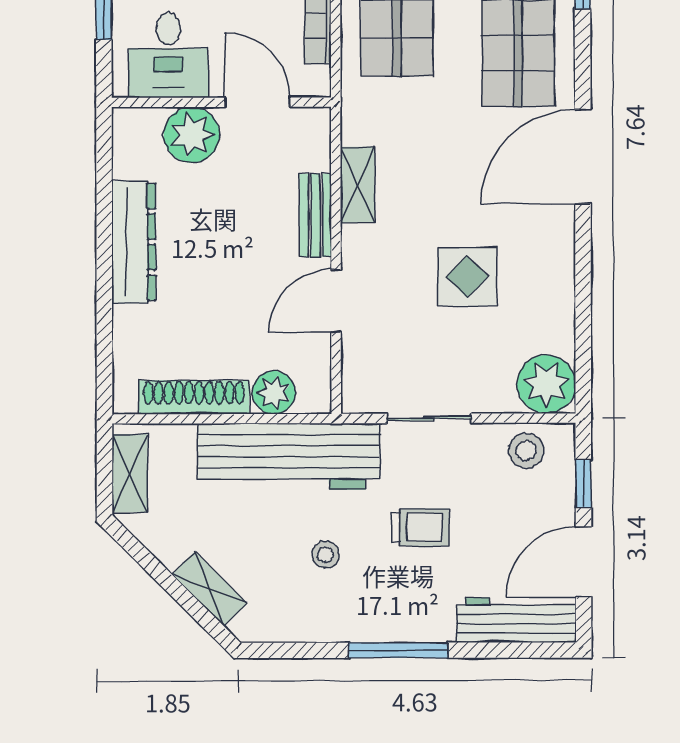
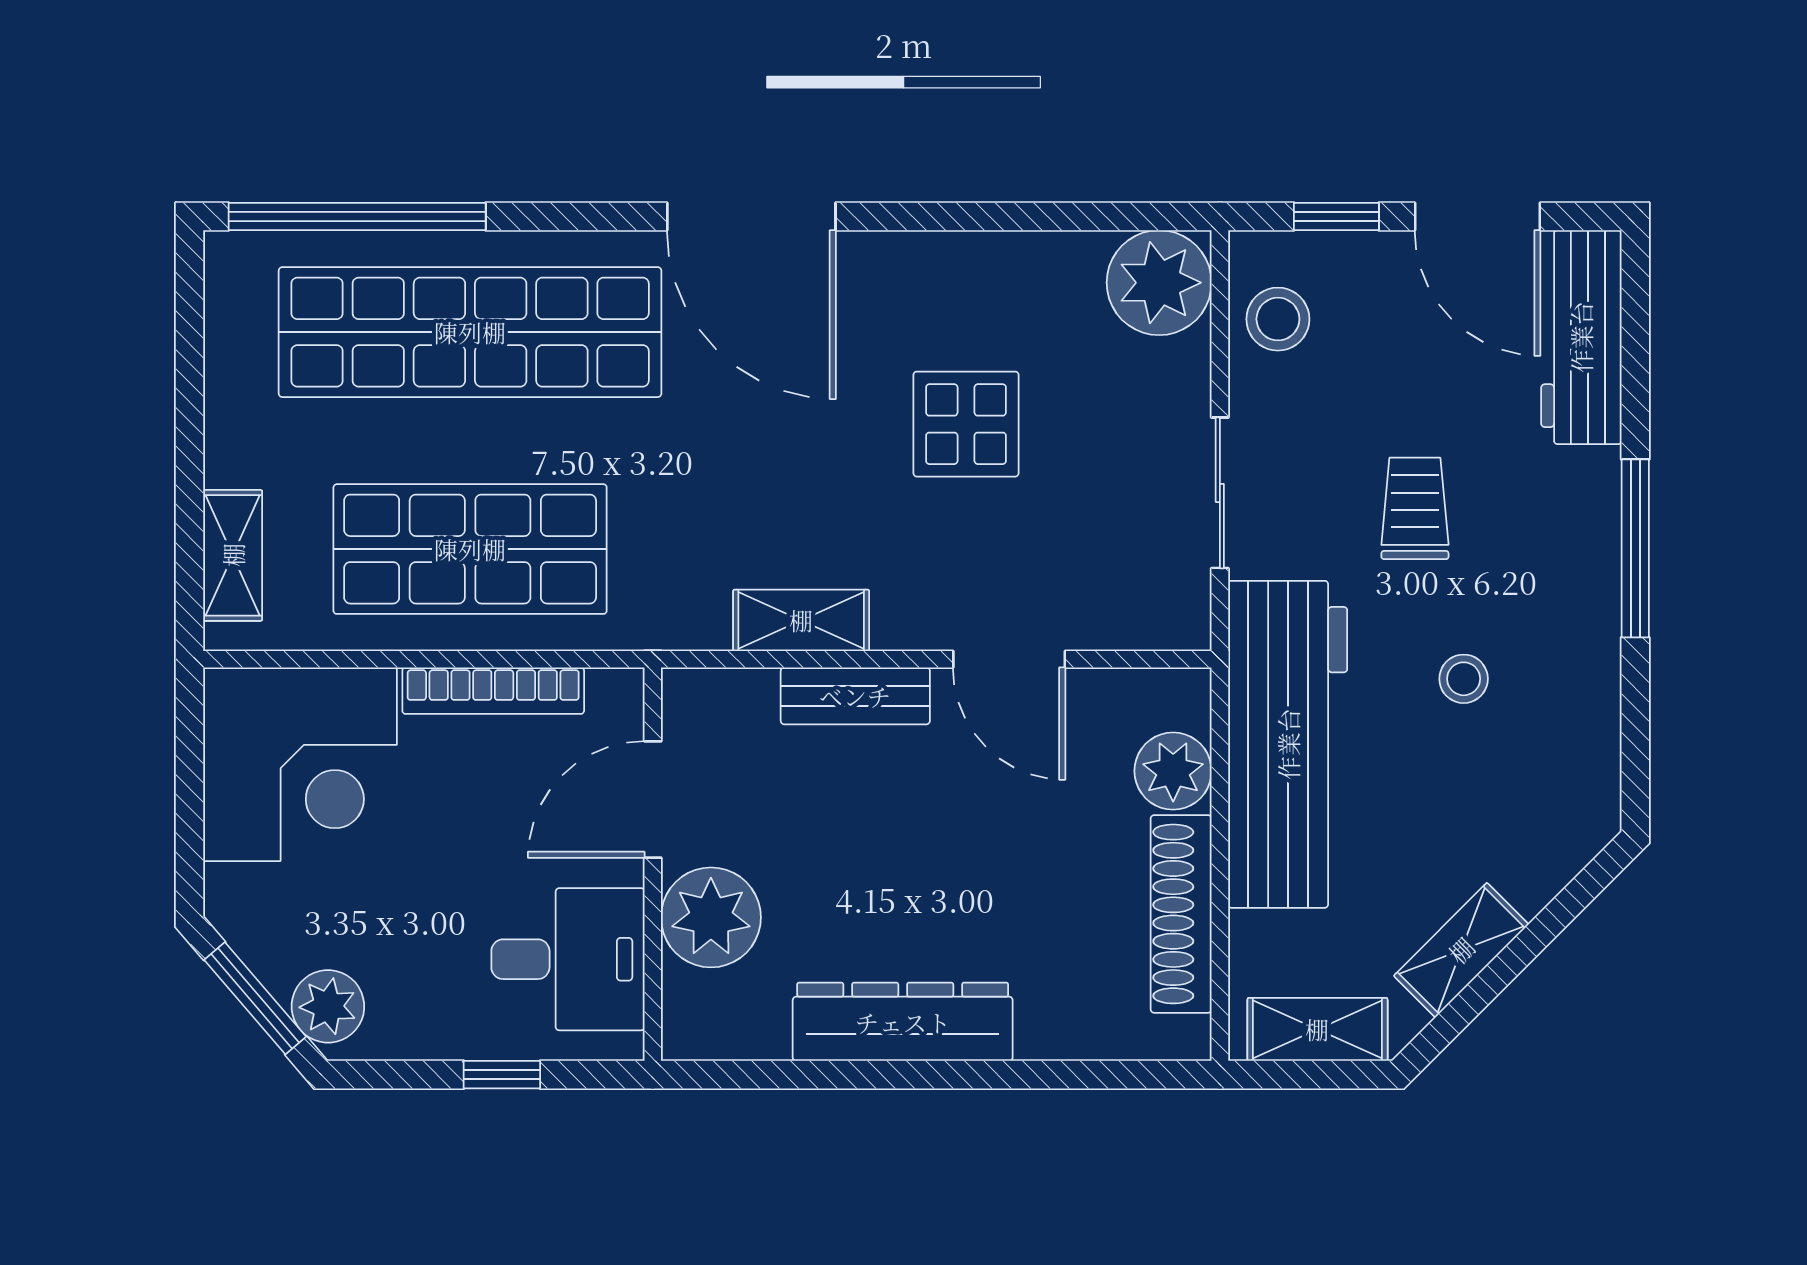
shelving: (210, 589) -> (1461, 950), moved

